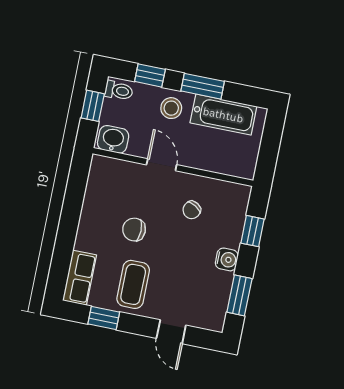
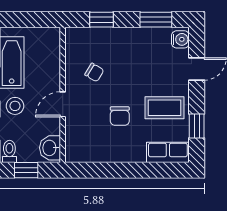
water cooler: (227, 259) -> (180, 39), moved, turned 90

